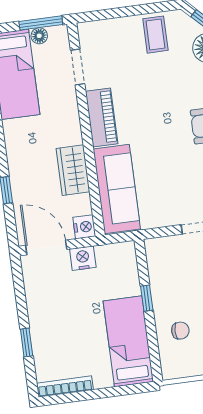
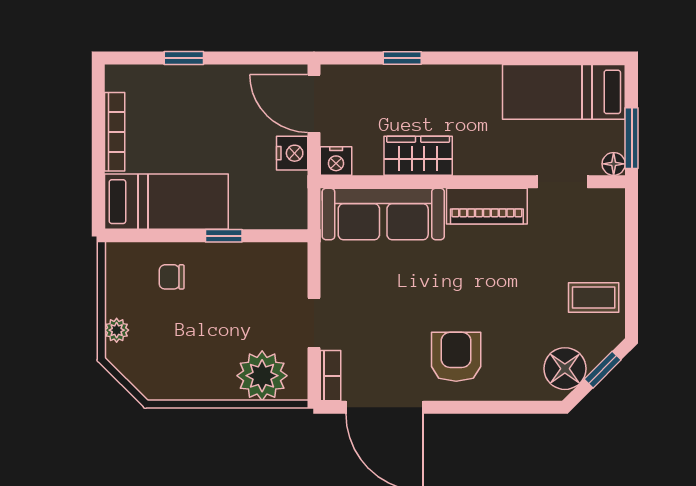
floor lamp: (39, 36) -> (614, 164), moved
door: (46, 247) -> (314, 104), swing flipped
chair: (180, 331) -> (172, 277), turned 90
bookcase: (65, 386) -> (115, 132), moved

